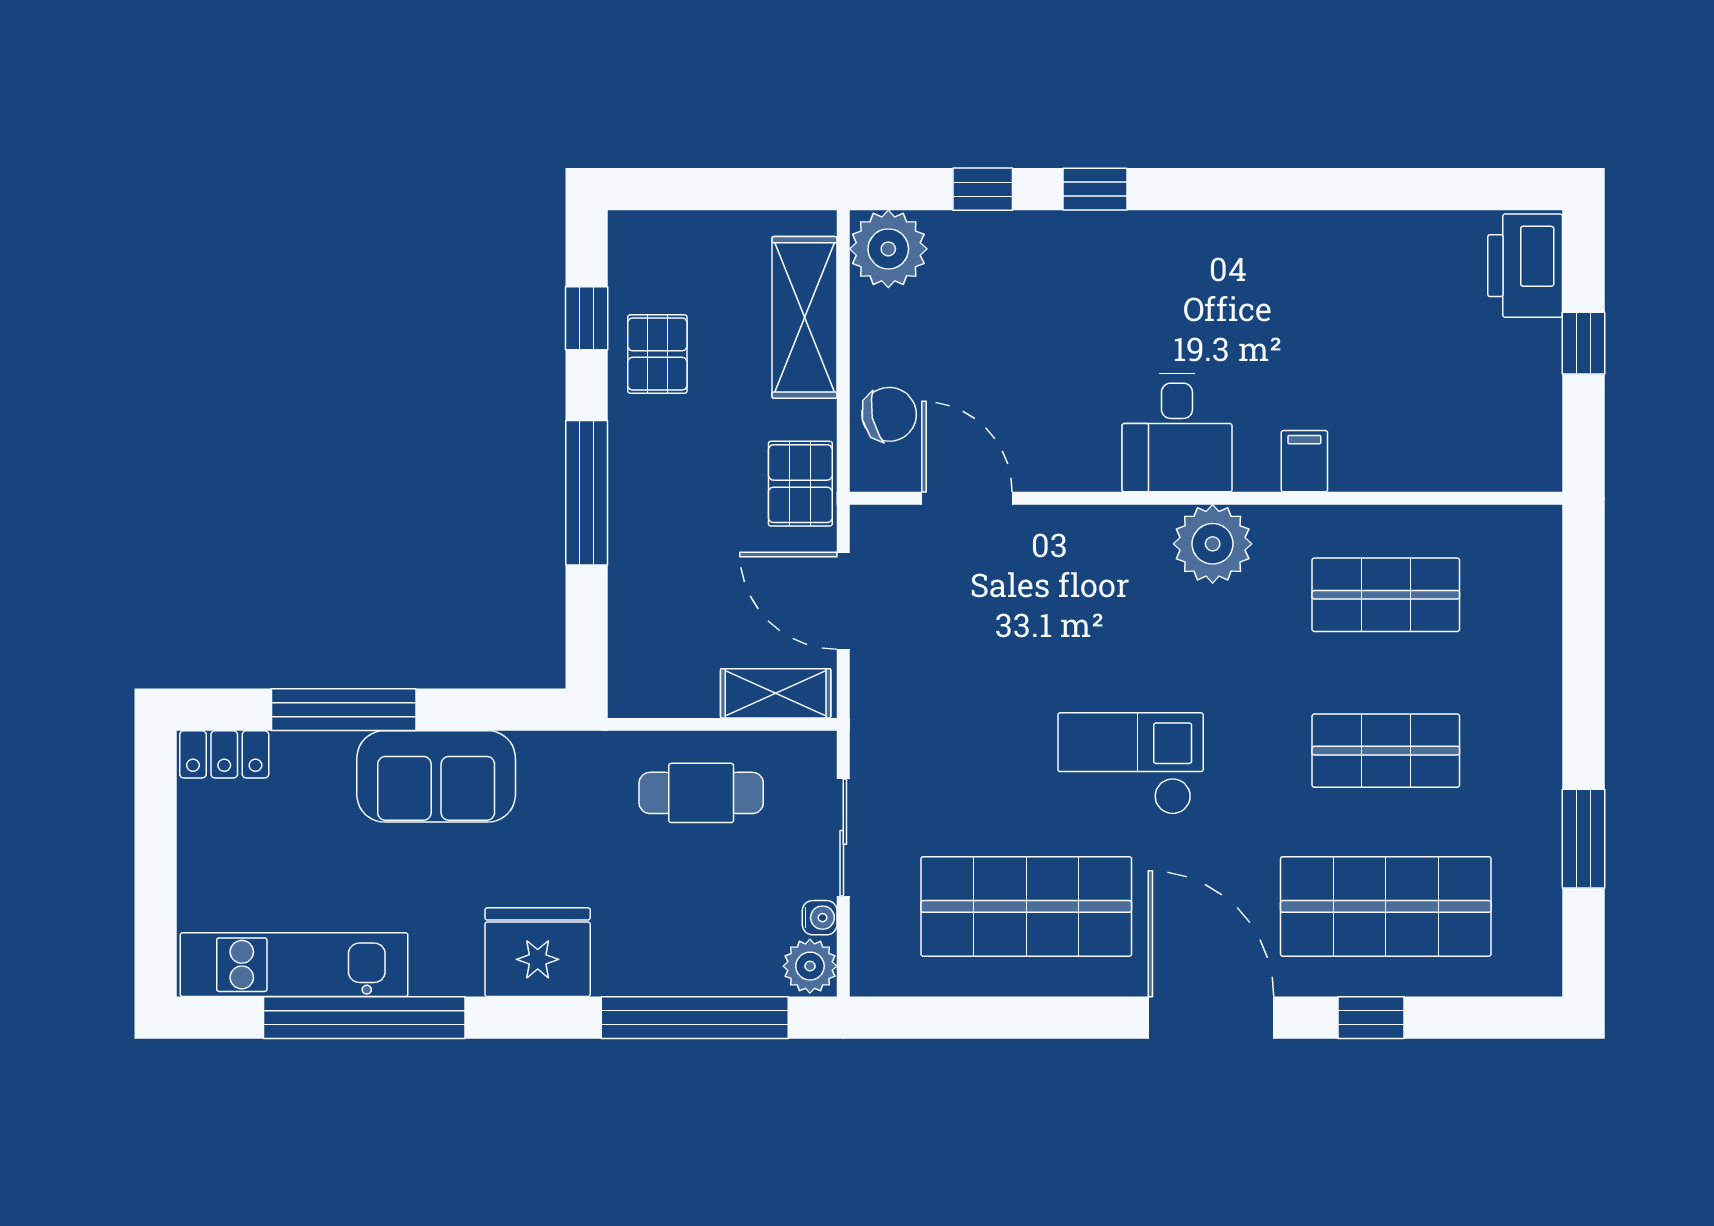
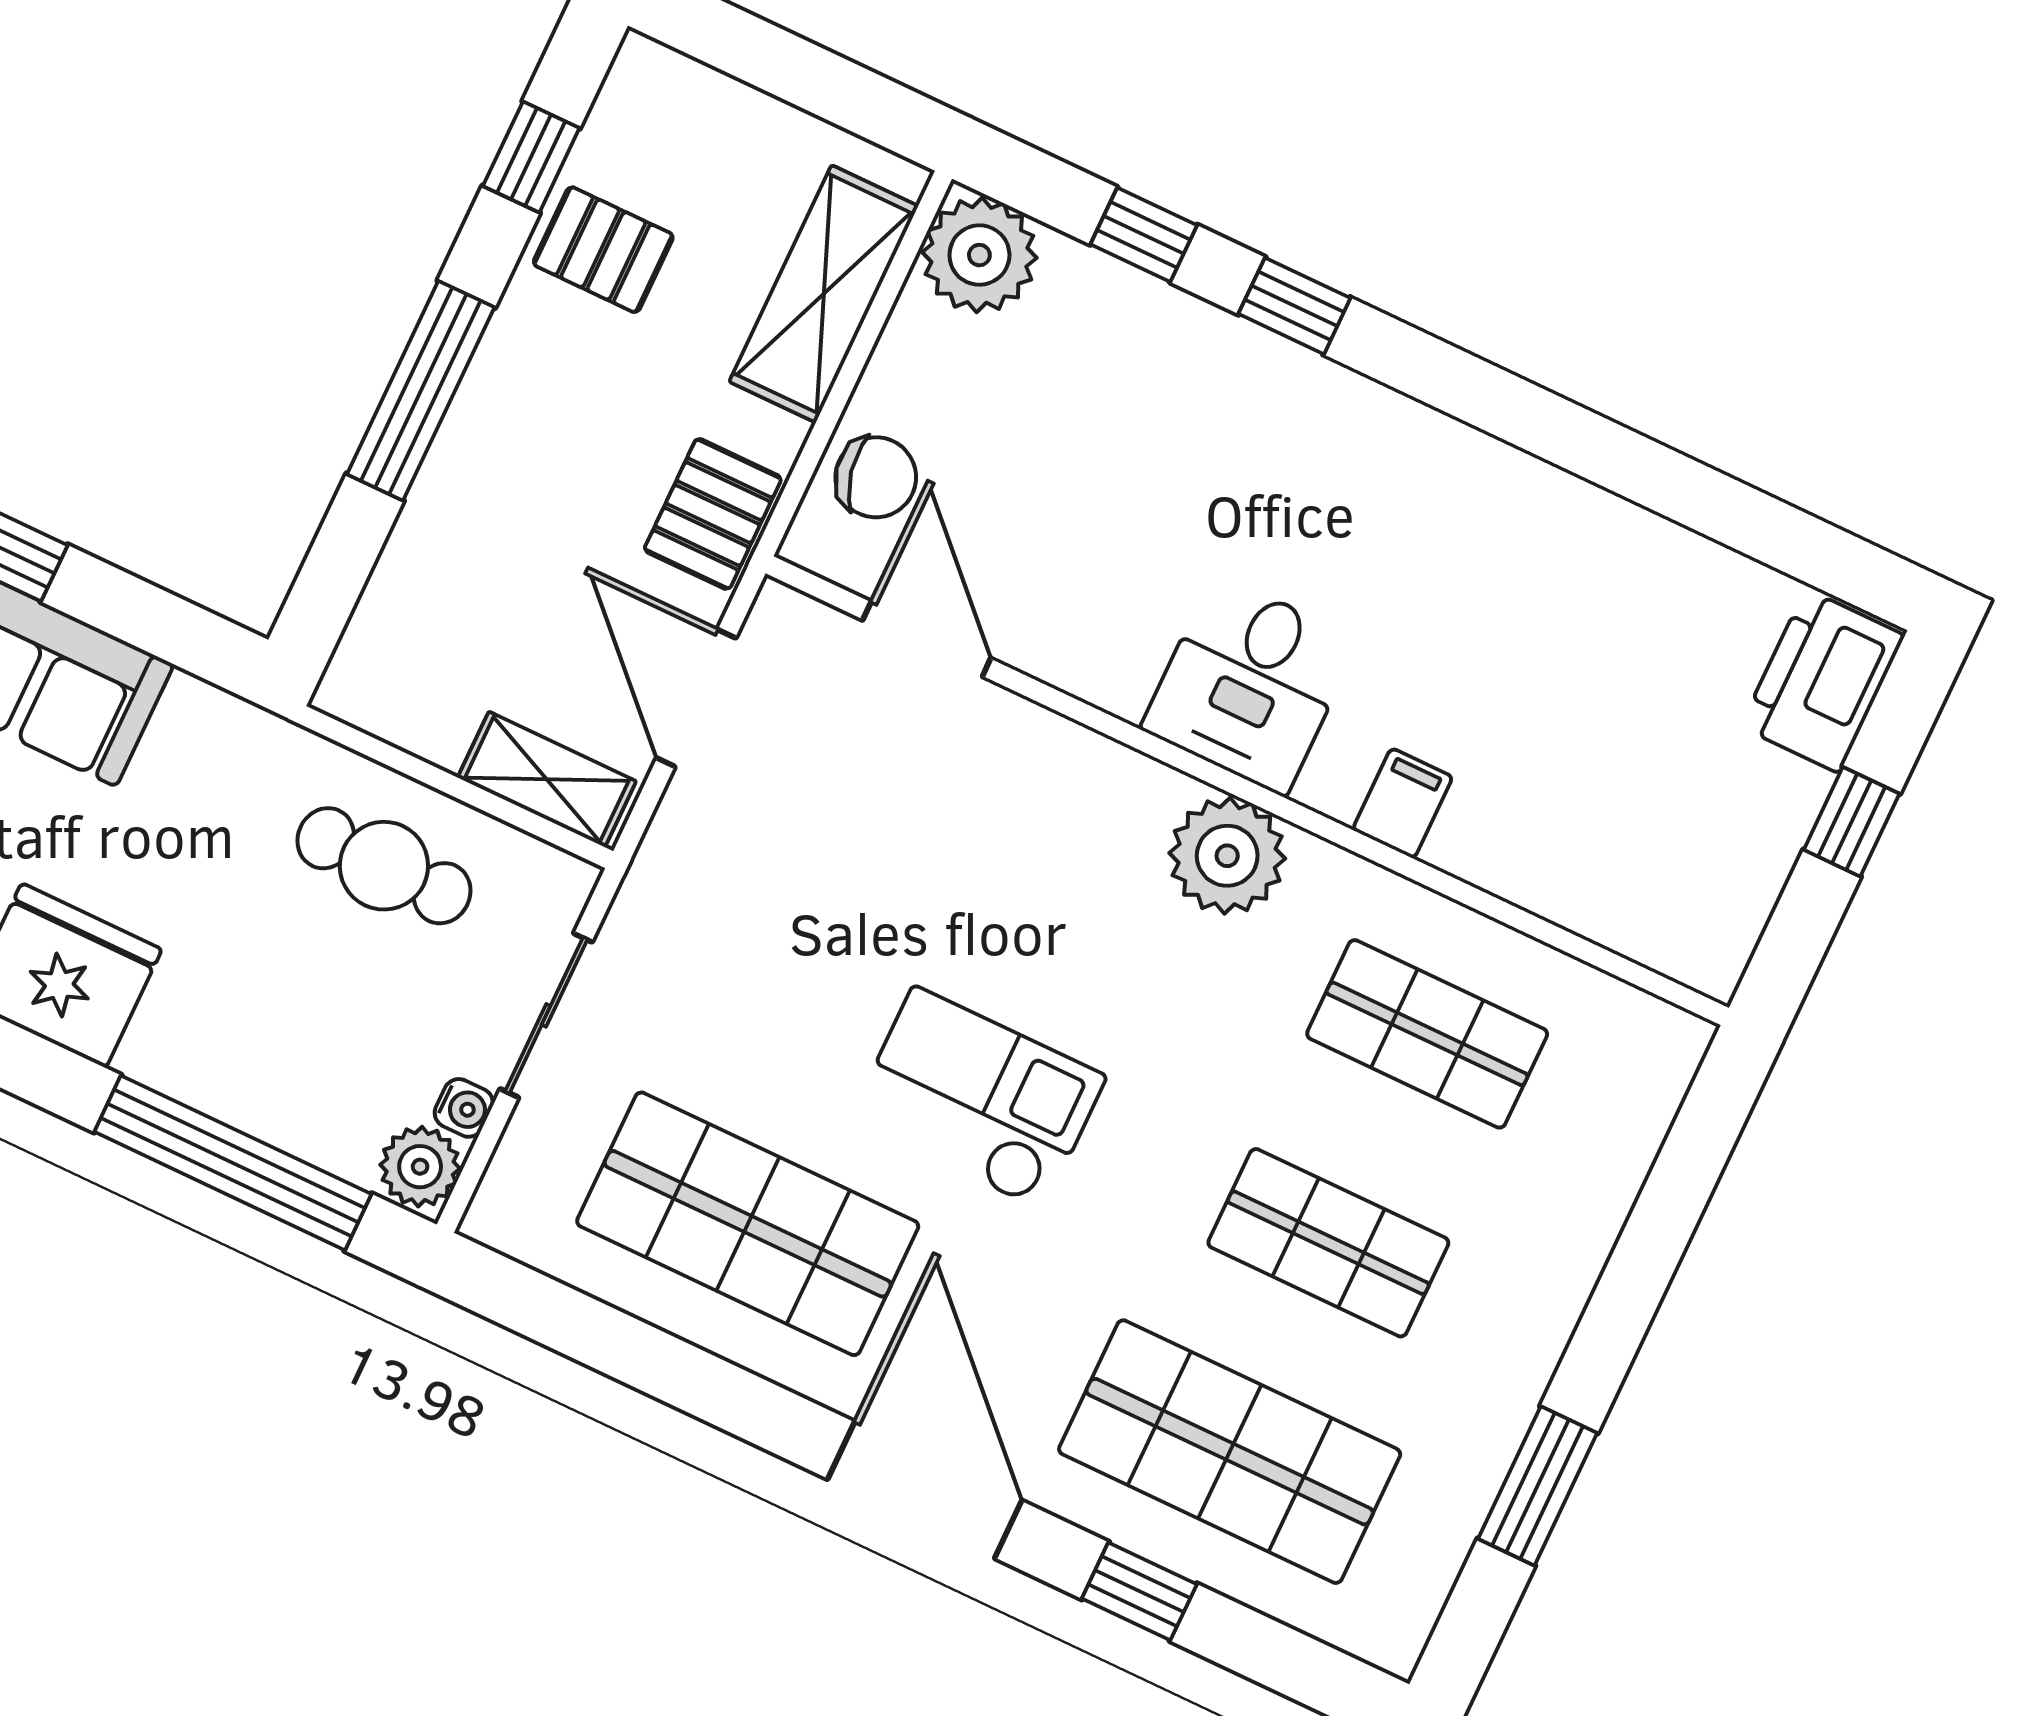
pallet: (657, 354) -> (603, 250), turned 90

